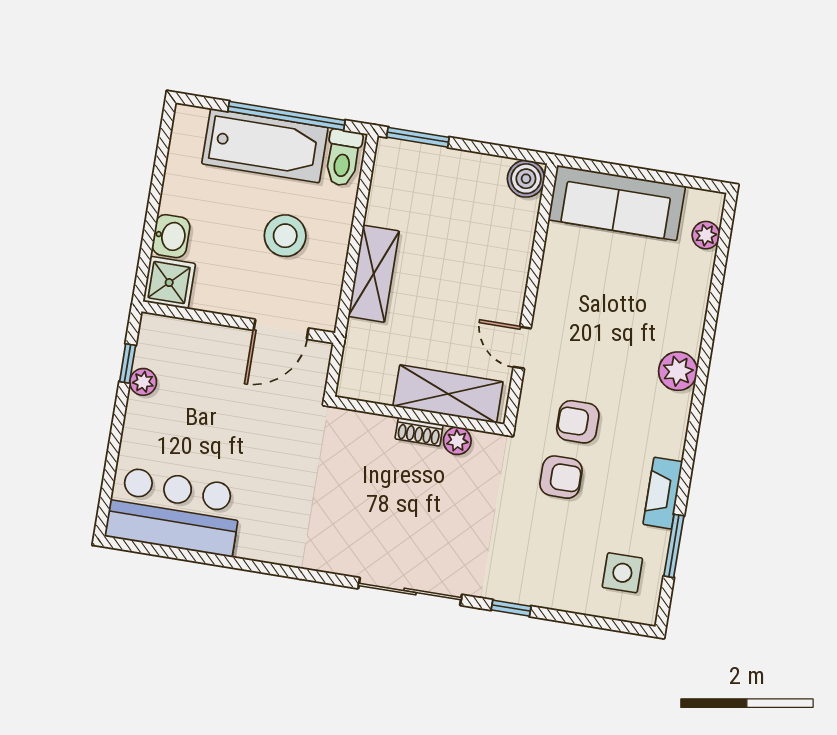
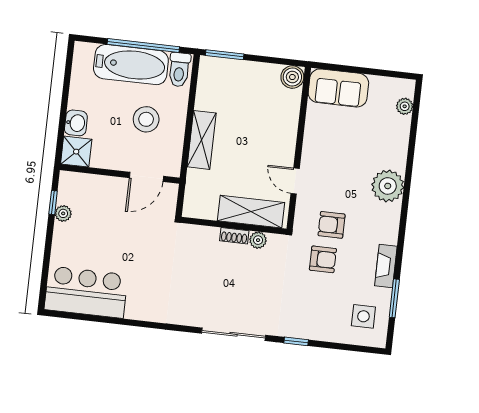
sofa: (617, 203) -> (338, 88), width x0.73
plant: (678, 371) -> (388, 186), width x1.36, depth x1.36

